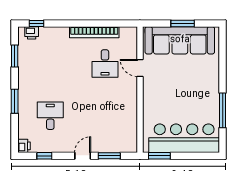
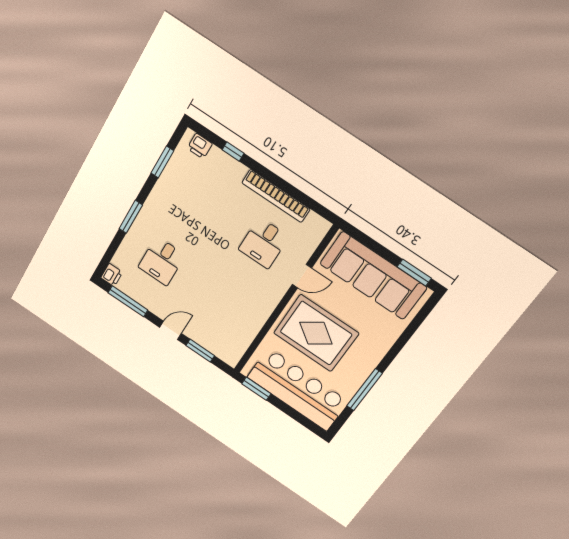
window: (37, 23) -> (233, 152), moved
window: (183, 23) -> (414, 273), moved
door: (140, 68) -> (302, 276), swing flipped
rug: (171, 96) -> (316, 333), added
desk: (50, 116) -> (162, 261), turned 180
window: (44, 156) -> (128, 301), width x2.17

